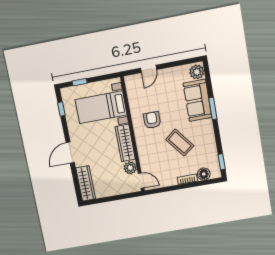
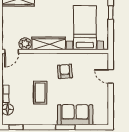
plant: (197, 72) -> (100, 118), removed
armchair: (152, 120) -> (65, 71), turned -94
coffee table: (180, 143) -> (40, 93), turned -52

